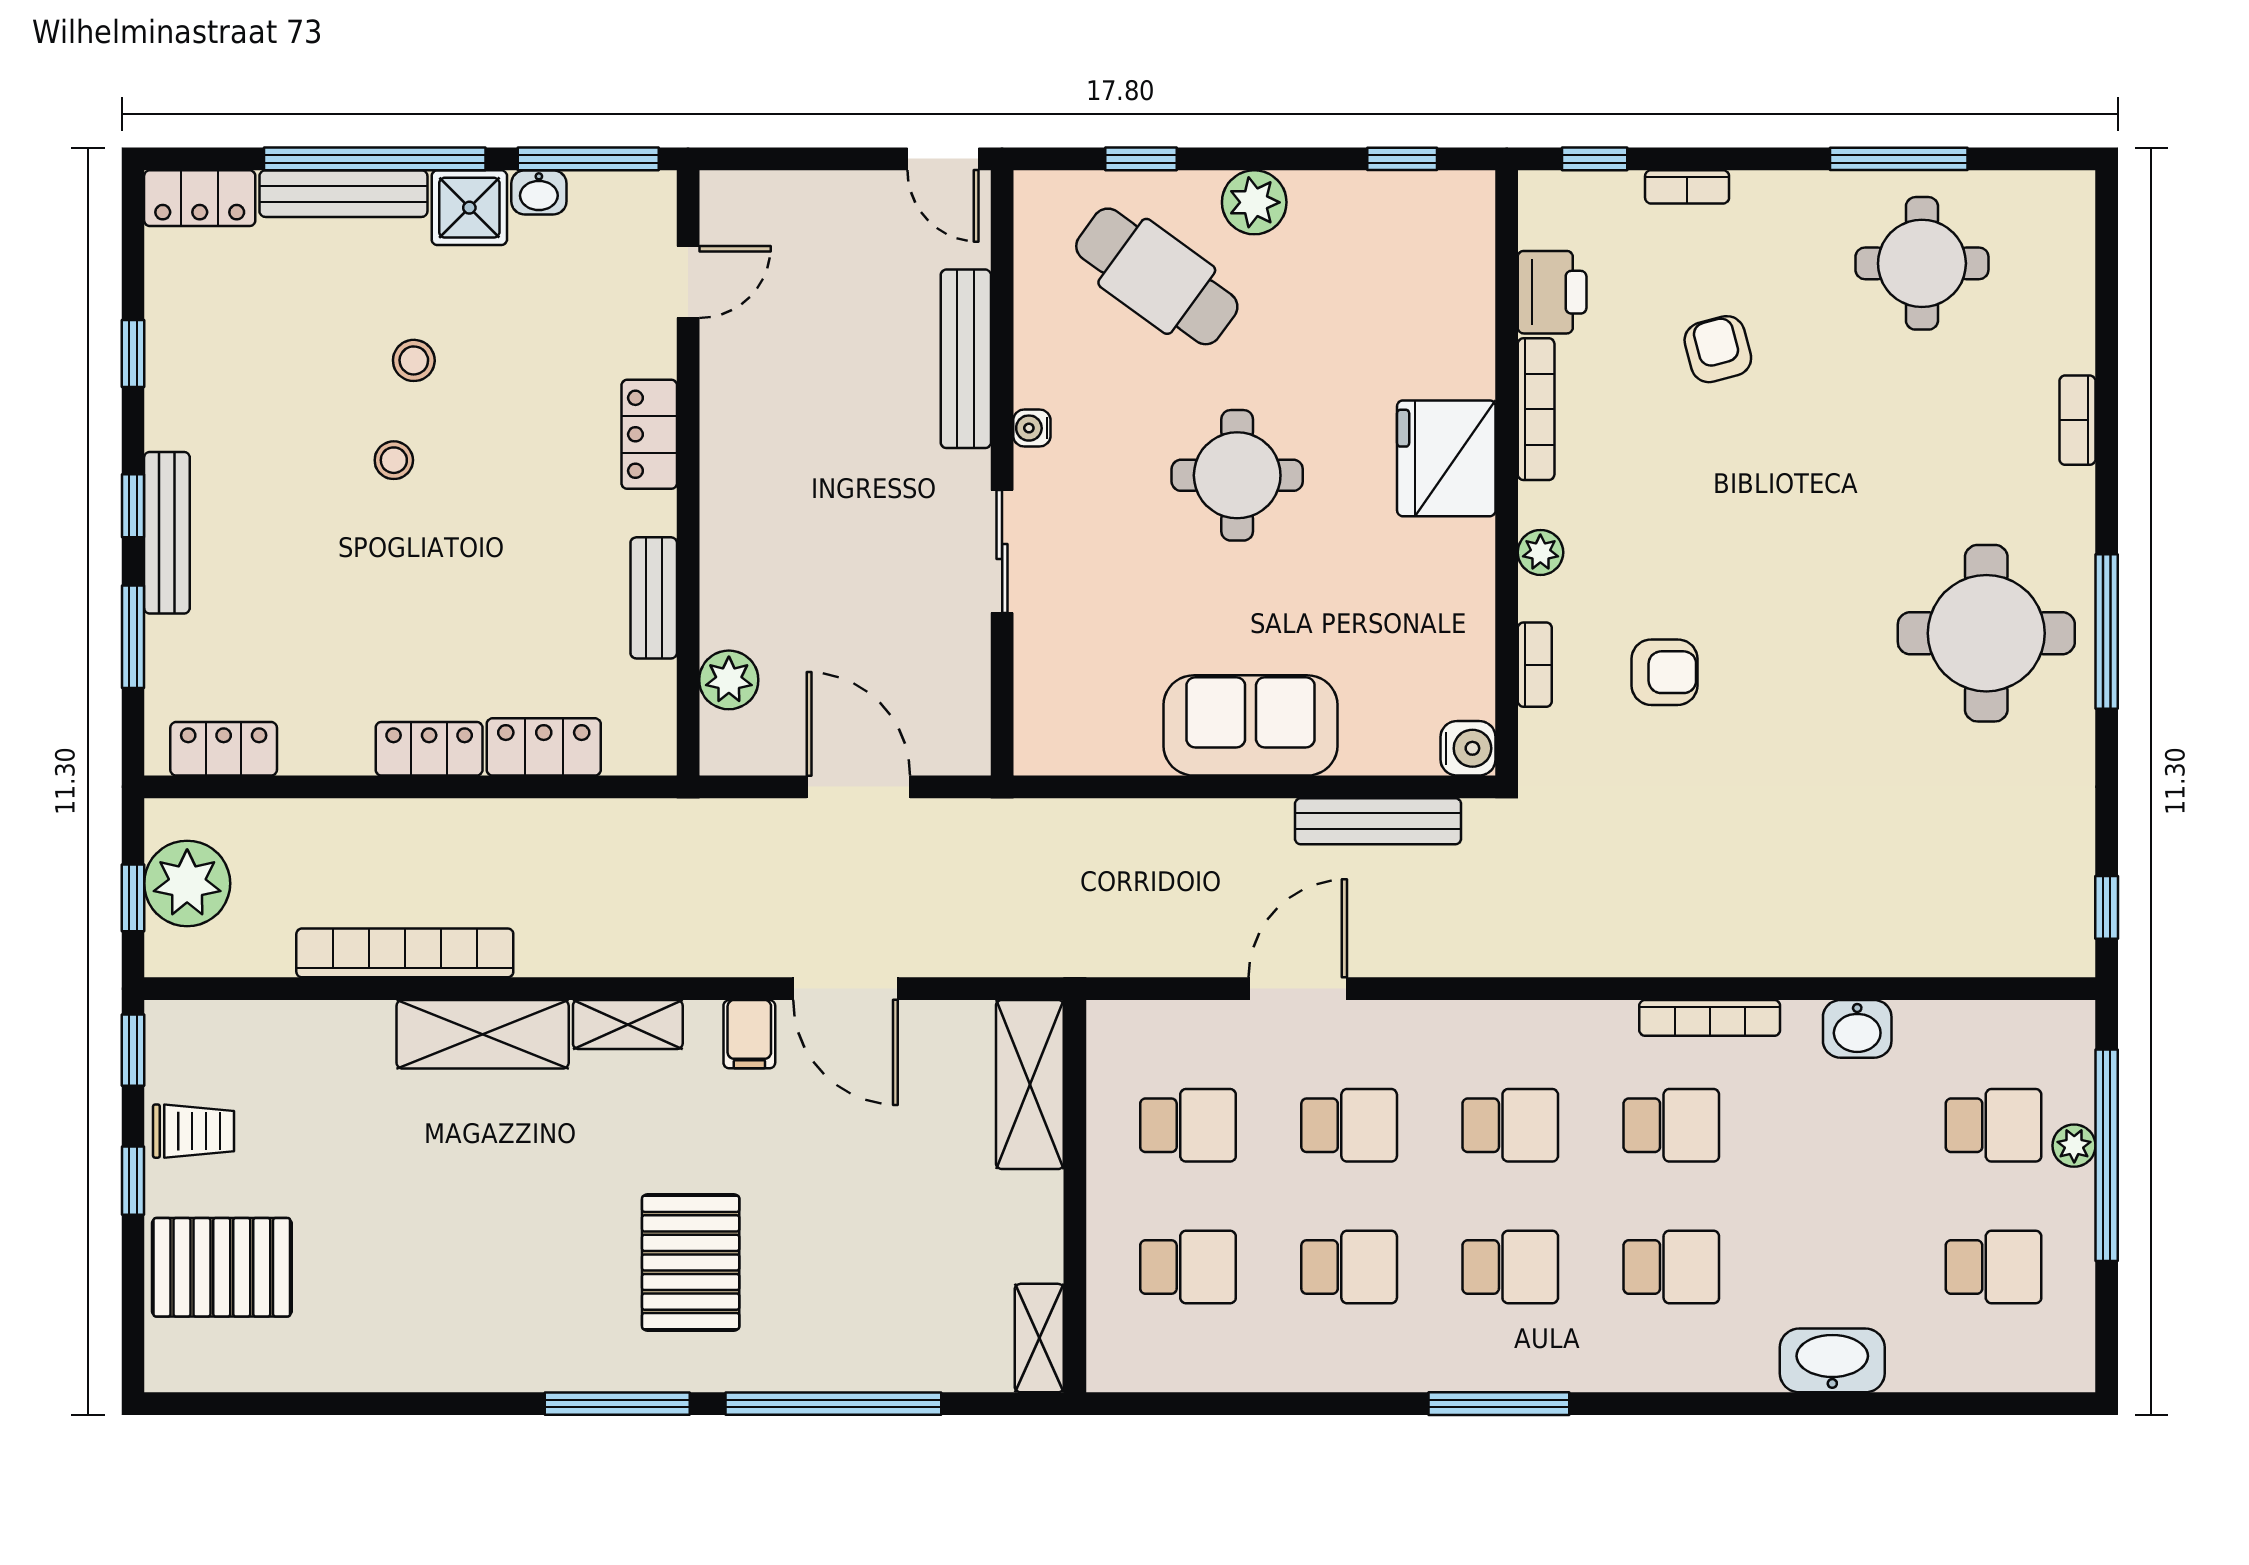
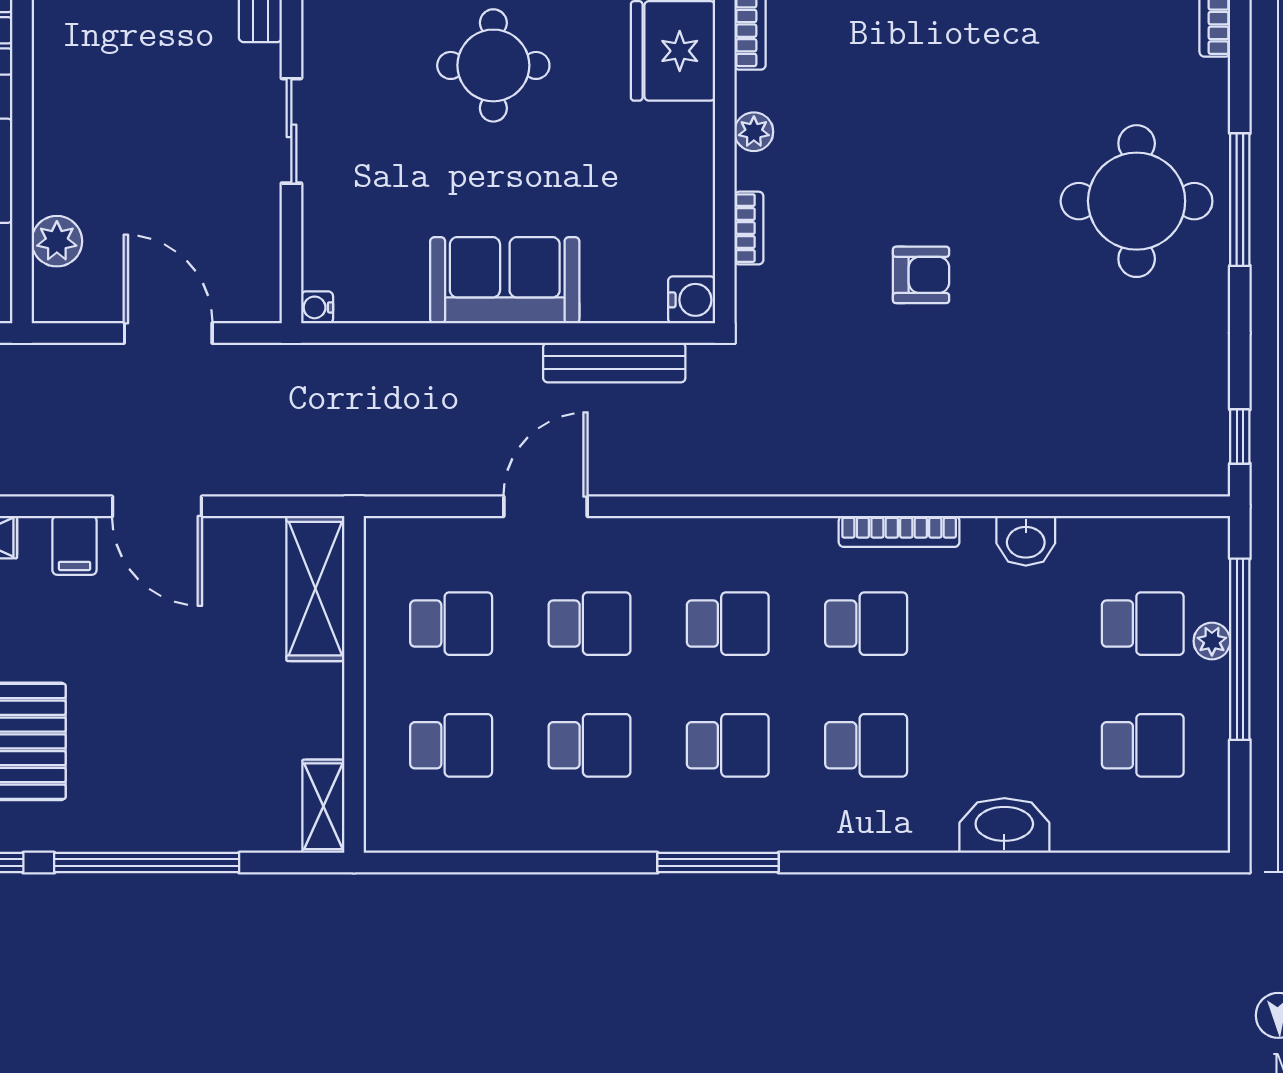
water cooler: (1032, 428) -> (317, 307), moved
armchair: (1664, 672) -> (921, 275), moved

